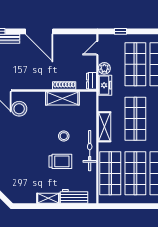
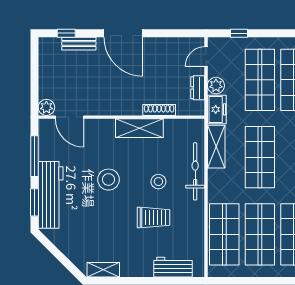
dresser: (91, 81) -> (198, 88), moved
shelving: (62, 98) -> (139, 128), moved
stool: (19, 109) -> (108, 180), moved
shelving: (104, 127) -> (216, 147), moved
bicycle: (90, 151) -> (195, 171), moved
shelving: (48, 198) -> (103, 270), moved

